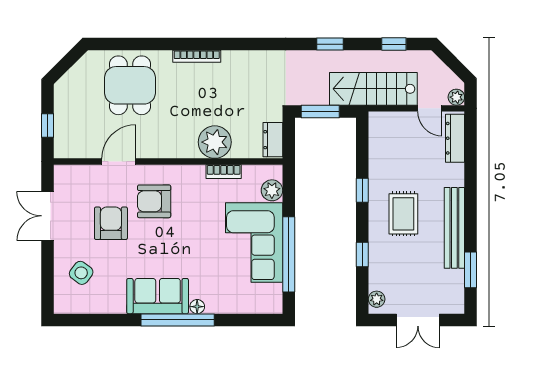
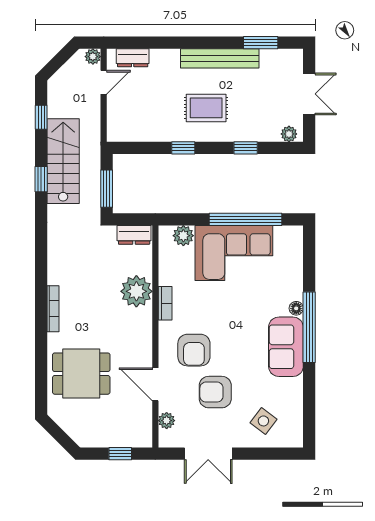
stairs: (373, 89) -> (63, 161), moved, turned 180
dresser: (455, 138) -> (133, 58), width x0.70
bookcase: (224, 172) -> (165, 303), moved
plant: (82, 173) -> (167, 421), added

